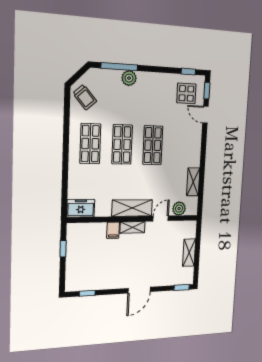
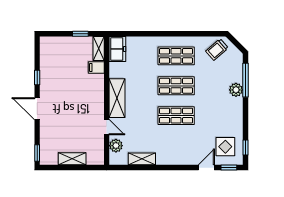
shelving: (133, 227) -> (99, 48), moved
filing cabinet: (113, 230) -> (96, 67), moved
window: (87, 293) -> (37, 78), moved

